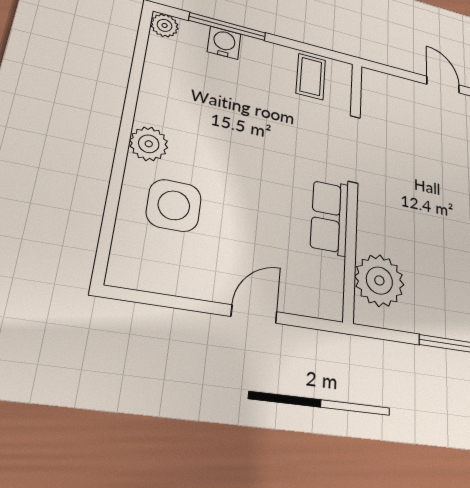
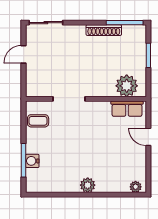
plant: (165, 25) -> (136, 187), moved
side table: (174, 205) -> (111, 172), removed
row of seats: (330, 217) -> (127, 109), moved

